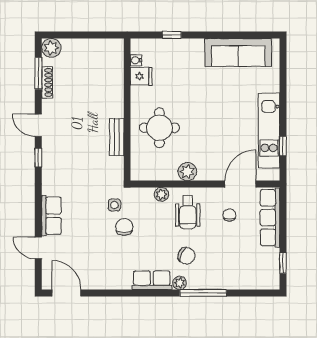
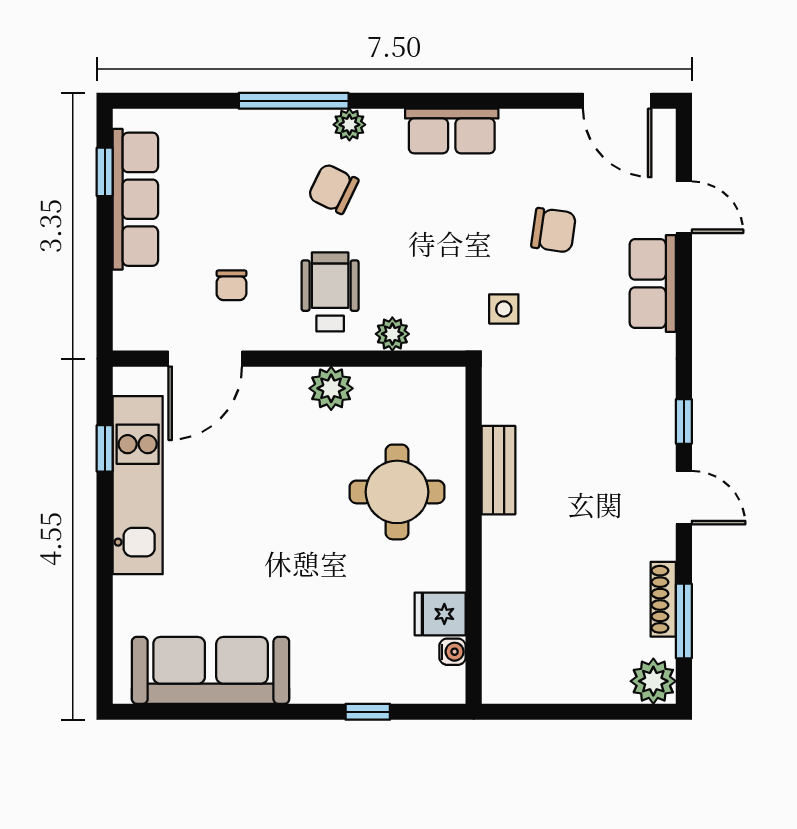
row of seats: (270, 218) -> (135, 199), moved
chair: (124, 227) -> (554, 230), moved, turned -82
row of seats: (152, 280) -> (452, 131), moved

